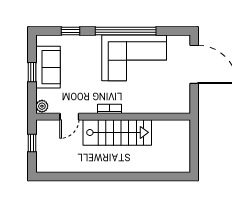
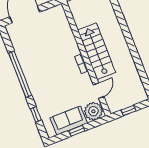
corner sofa: (134, 58) -> (37, 60), removed
plant: (42, 106) -> (93, 111), width x1.87, depth x1.87
door: (69, 117) -> (99, 91), hinge flipped

